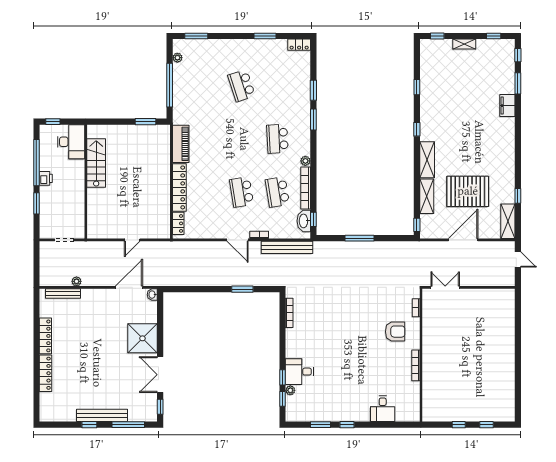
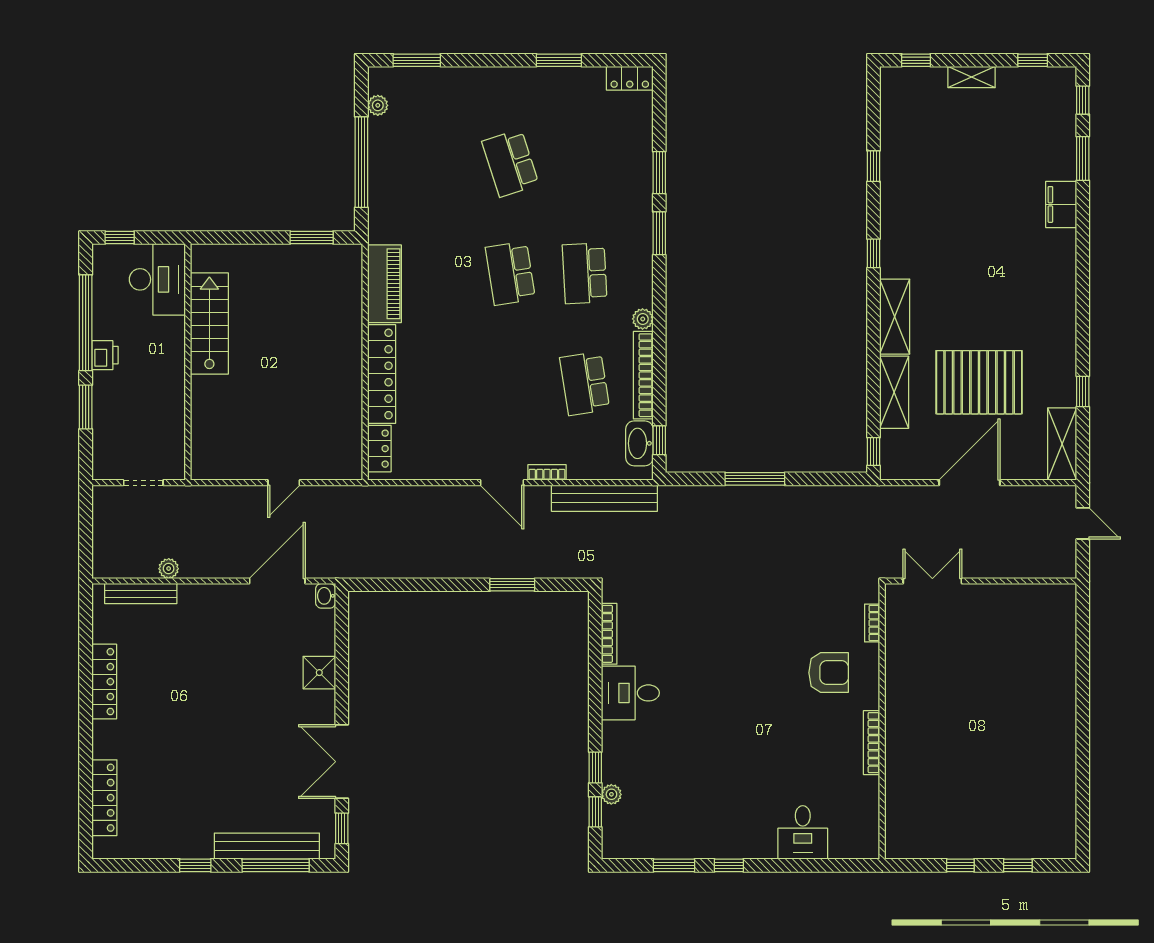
school desk: (241, 192) -> (510, 273), moved
shower: (142, 338) -> (319, 673), width x0.54, depth x0.54
desk: (299, 372) -> (630, 693), moved
locker: (45, 373) -> (104, 798), moved
bench: (102, 415) -> (267, 846), moved

